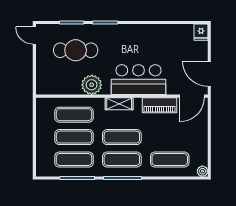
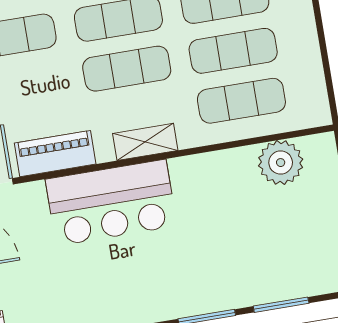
cafe table: (76, 50) -> (262, 244), removed
plant: (92, 85) -> (281, 163), moved

